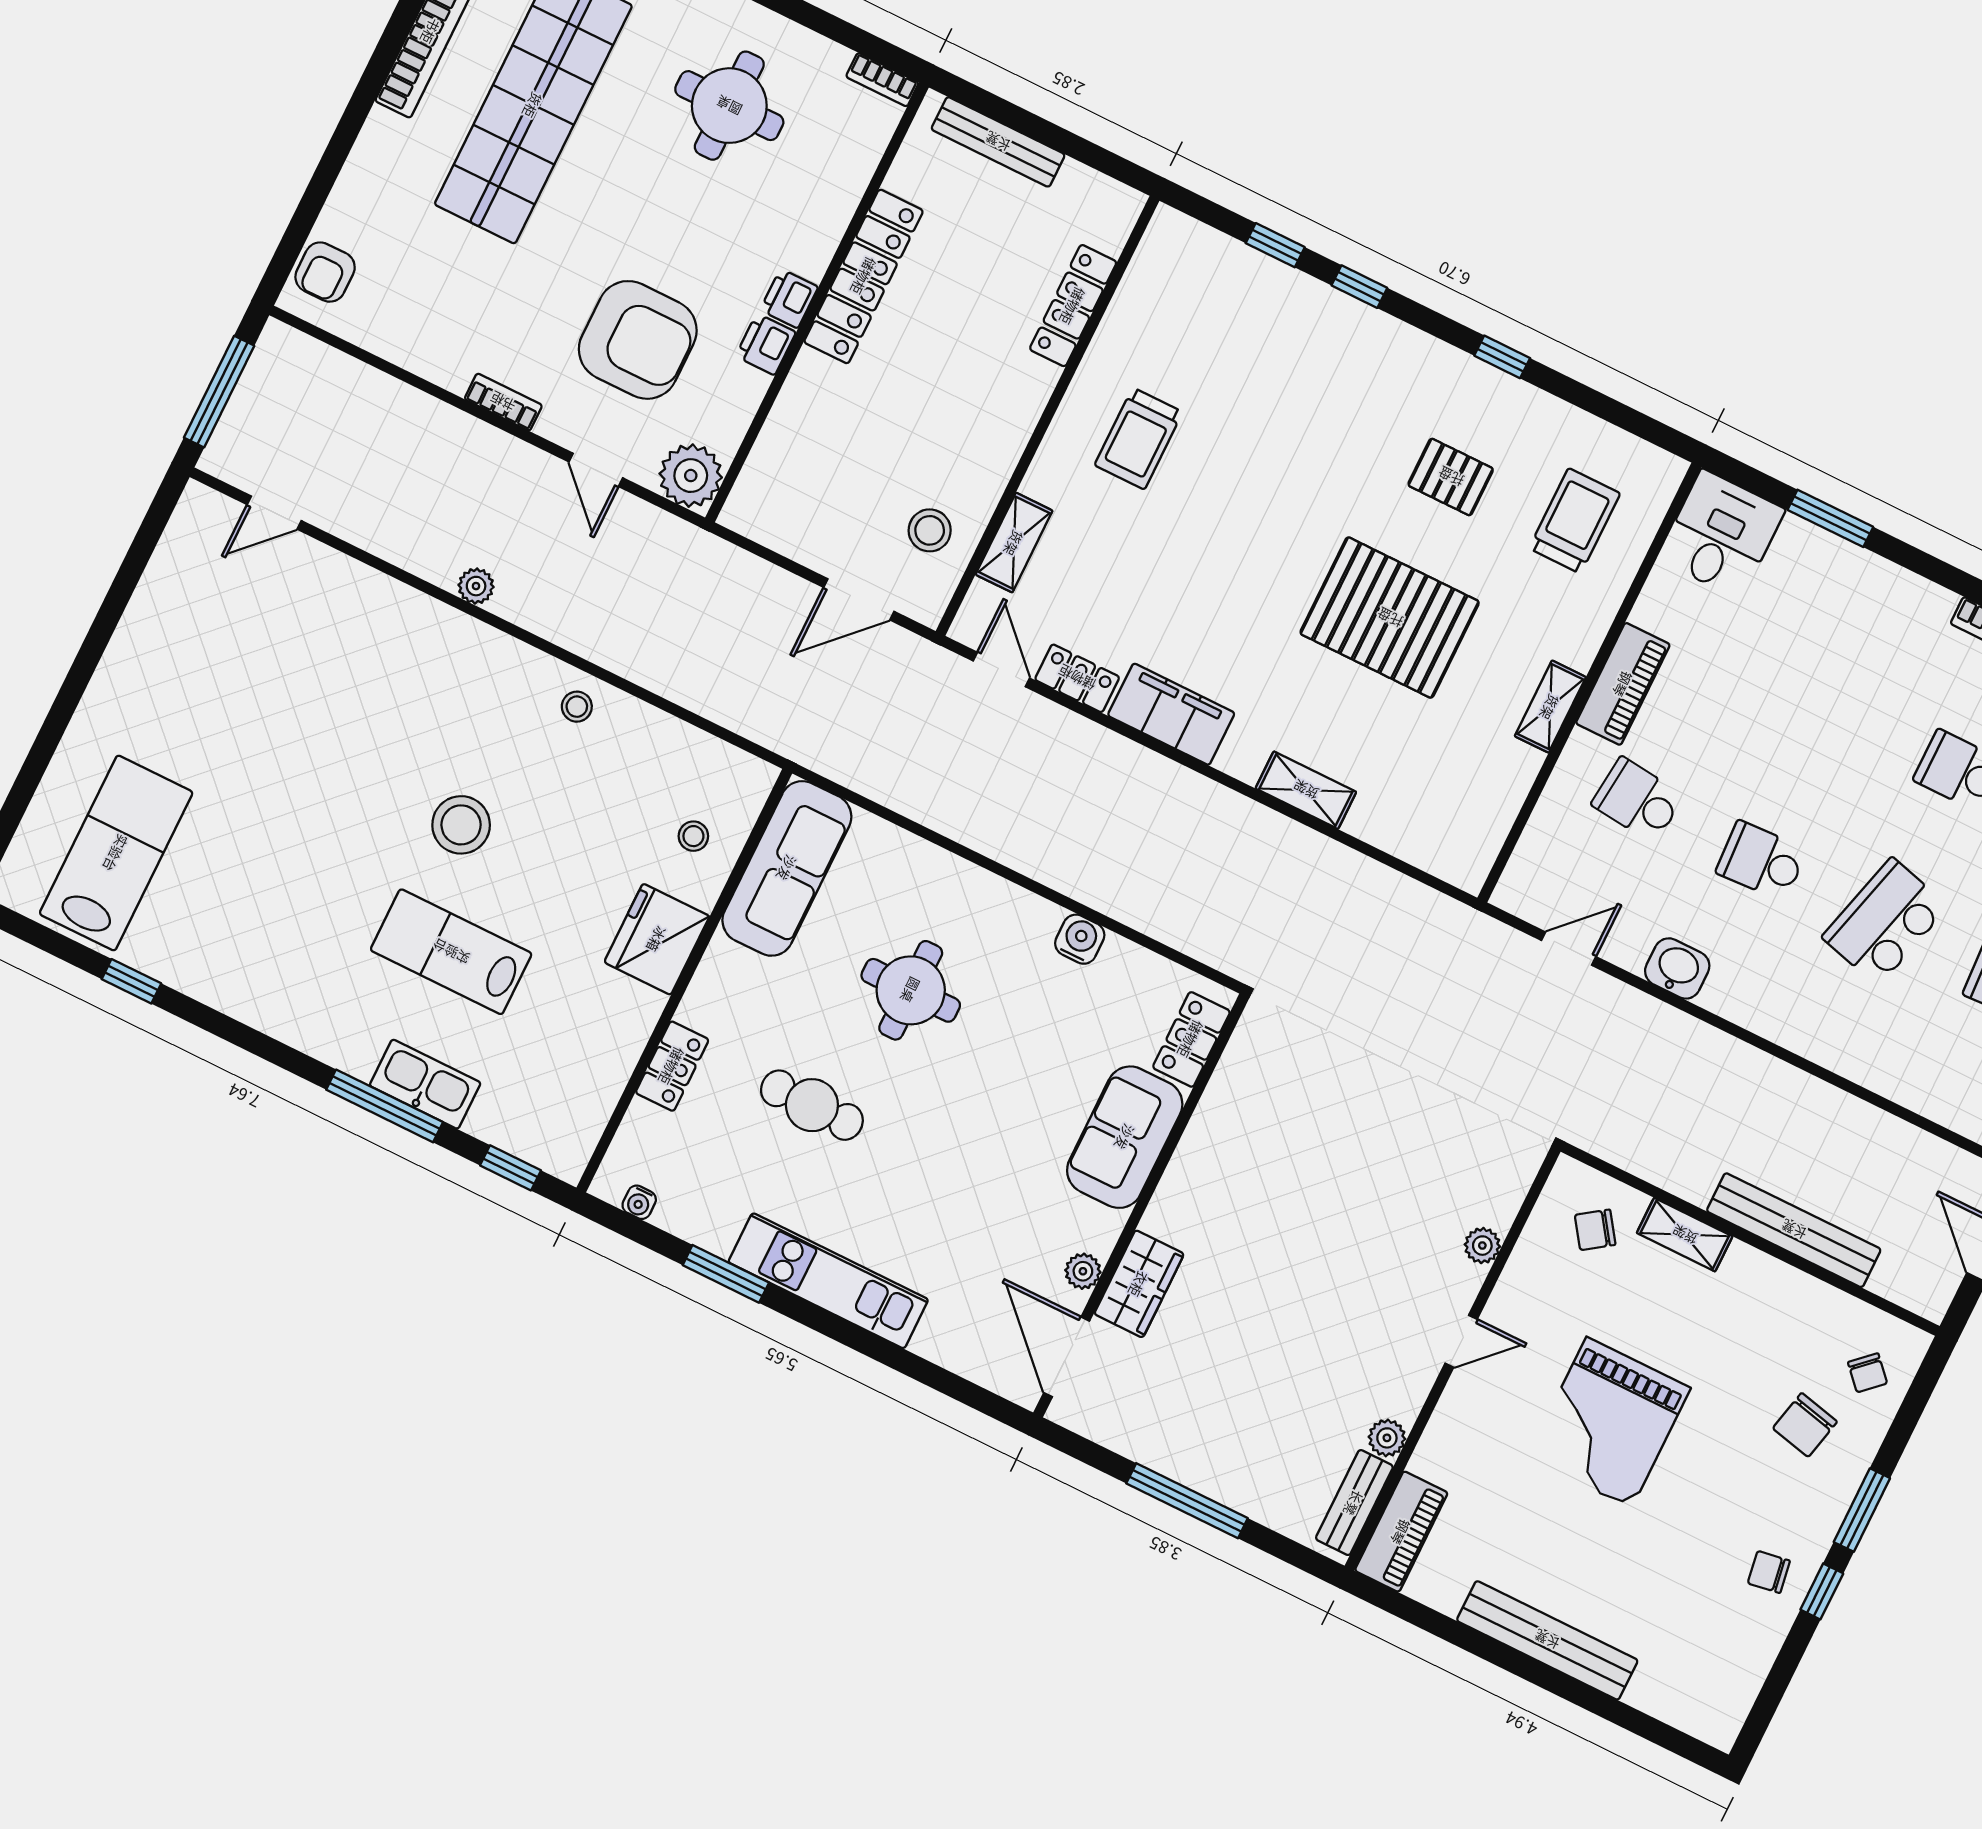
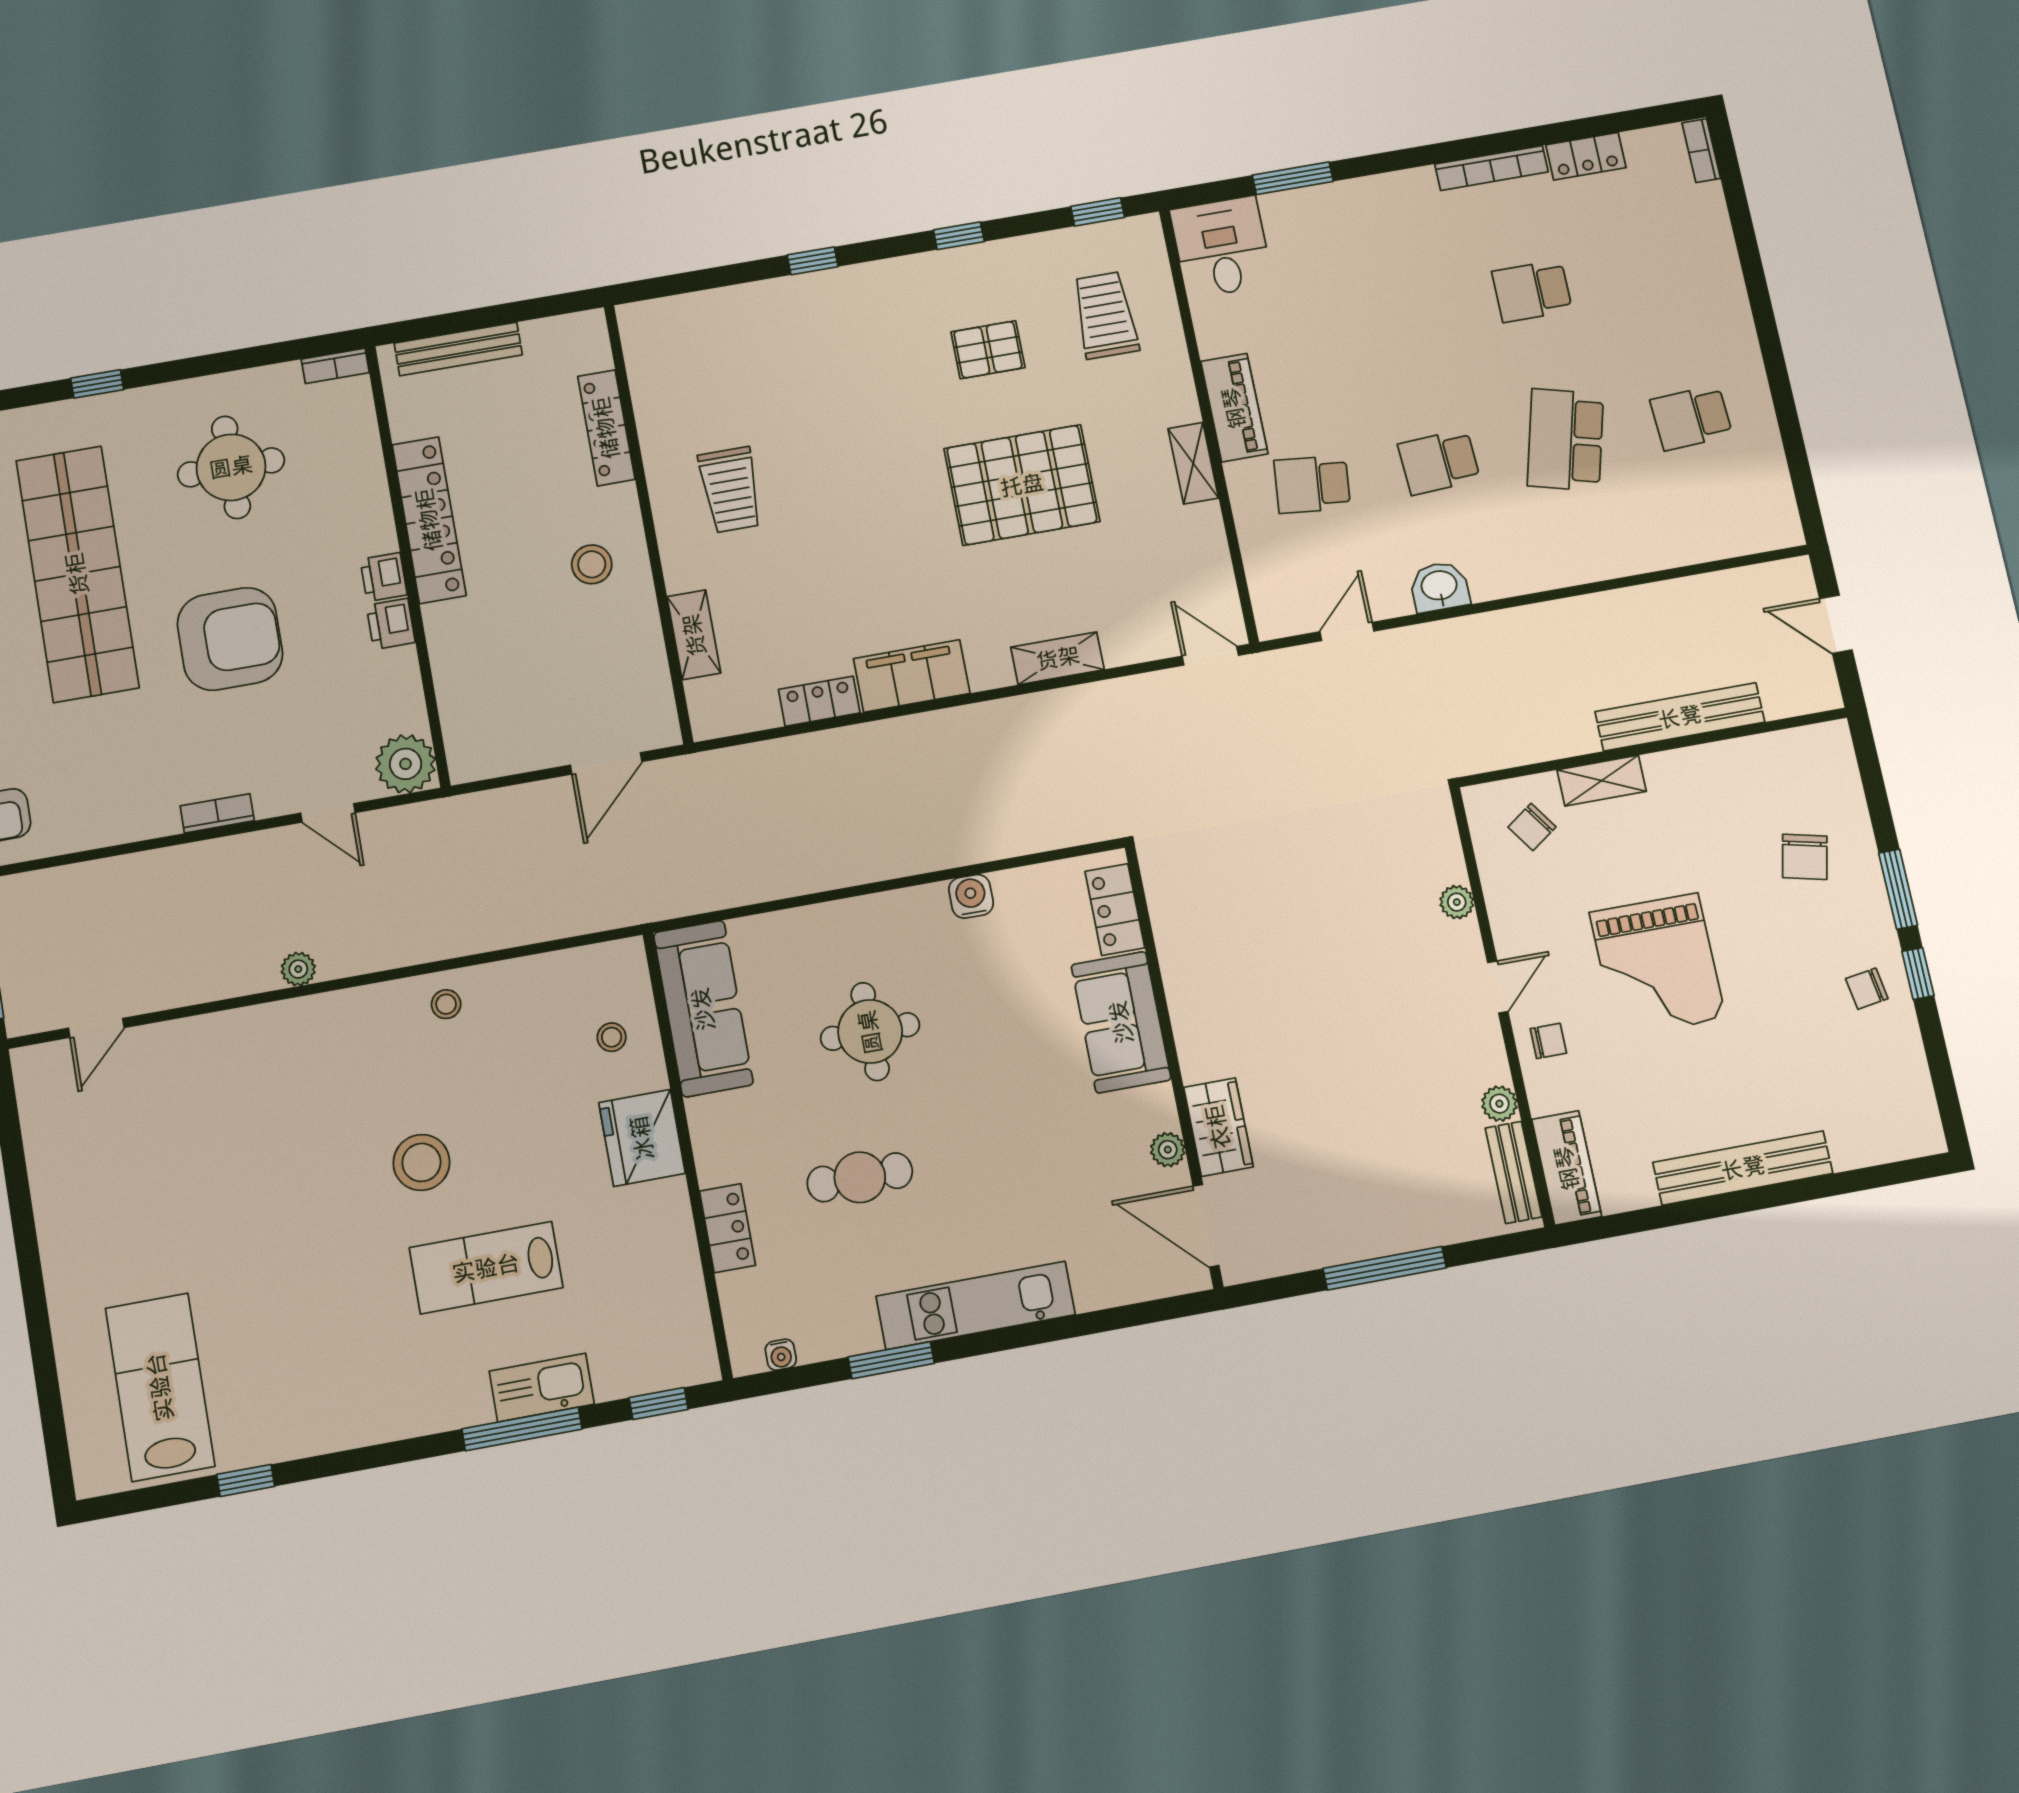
window: (1275, 245) -> (1098, 212), moved
armchair: (638, 340) -> (230, 639), moved
stool: (930, 530) -> (592, 564), moved
door: (1001, 670) -> (1210, 656), moved
chair: (1868, 1373) -> (1548, 1041), moved, turned -47

